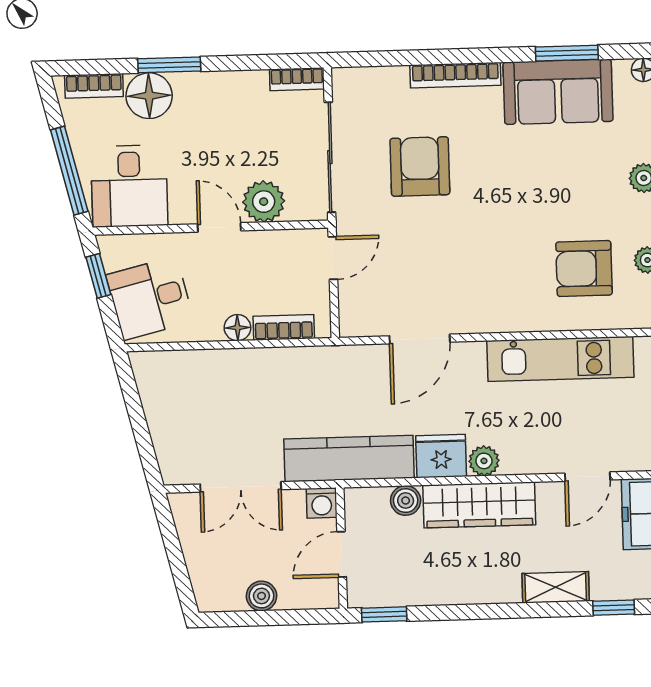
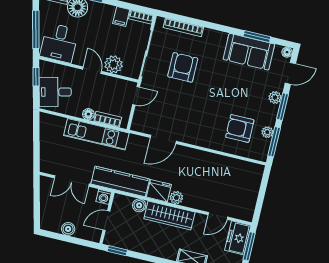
bookcase: (455, 75) -> (183, 27), moved
filing cabinet: (252, 90) -> (121, 17), added
kitchen unit: (560, 359) -> (96, 134), moved

